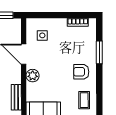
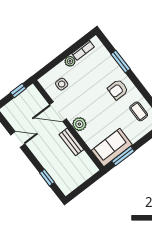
plant: (62, 23) -> (70, 61), added
bench: (16, 97) -> (71, 142), moved

